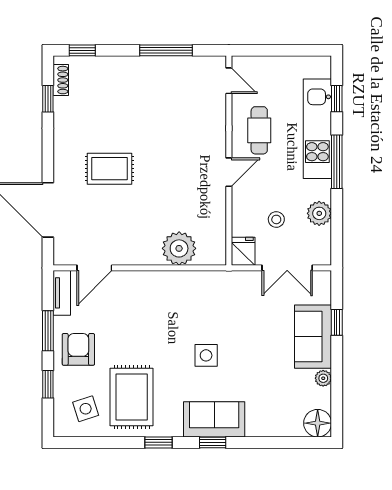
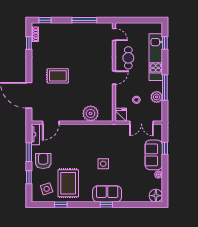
window: (337, 162) -> (165, 88), moved
window: (159, 442) -> (61, 205), moved

